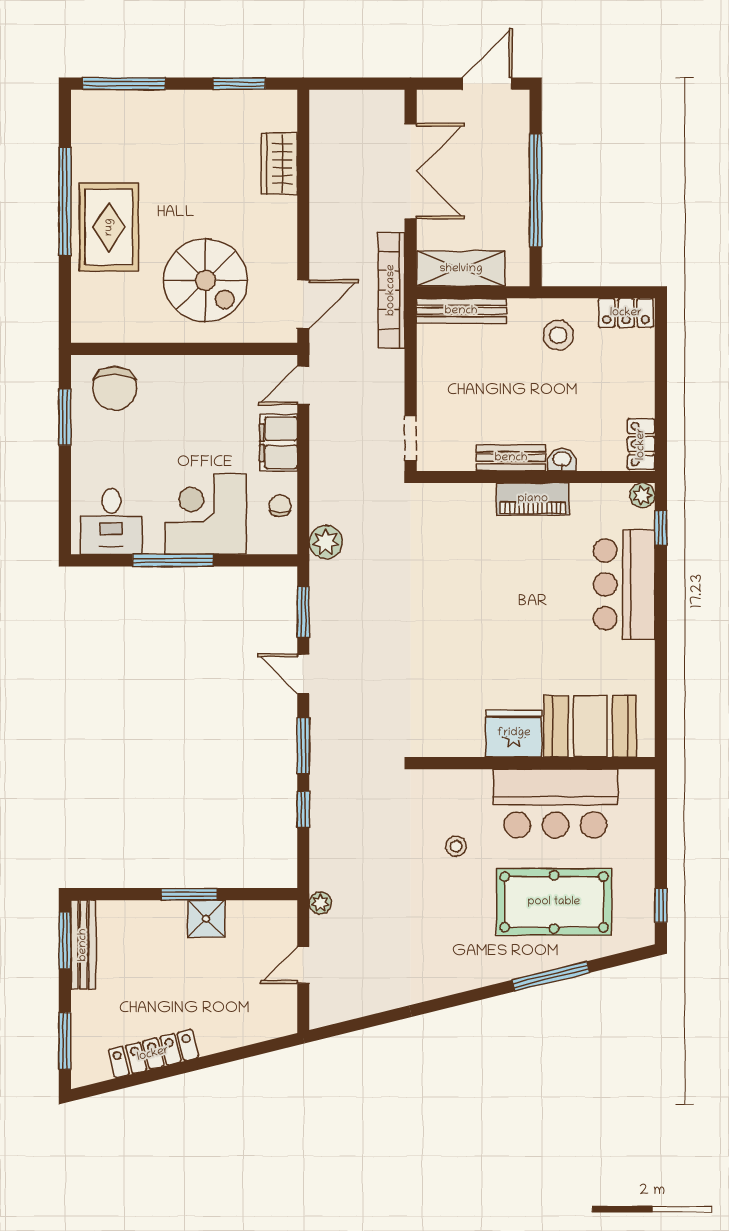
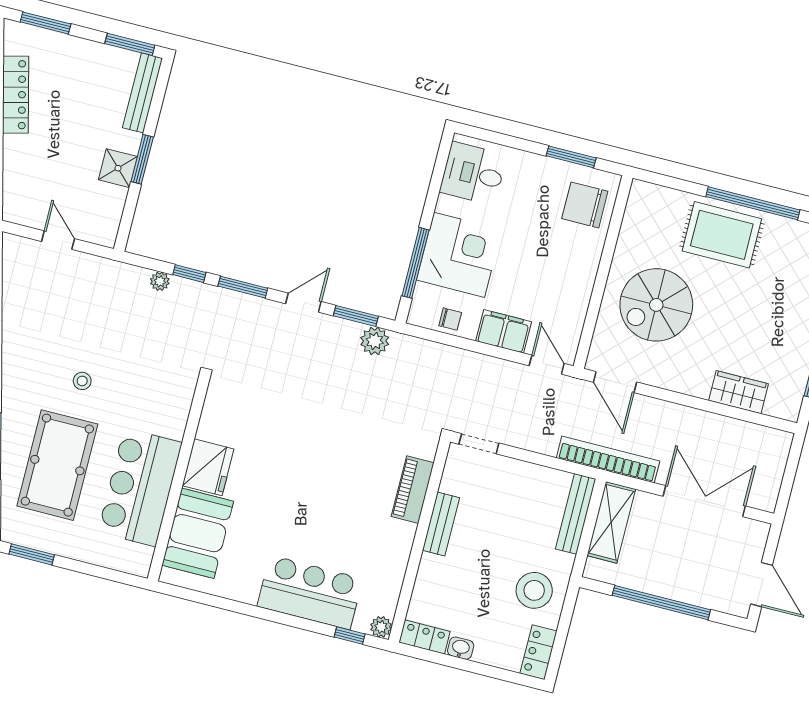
double door: (411, 171) -> (704, 501), swing flipped
stool: (558, 335) -> (534, 590), width x1.38, depth x1.38
washbasin: (562, 460) -> (461, 648), moved, turned -90
piano: (533, 499) -> (413, 490), moved
plant: (326, 542) -> (375, 341), moved
window: (173, 560) -> (415, 263), moved
stool: (456, 846) -> (82, 381), moved
plant: (320, 903) -> (160, 281), moved
window: (661, 905) -> (32, 554), width x1.50
bench: (83, 945) -> (143, 93), moved, turned 90

